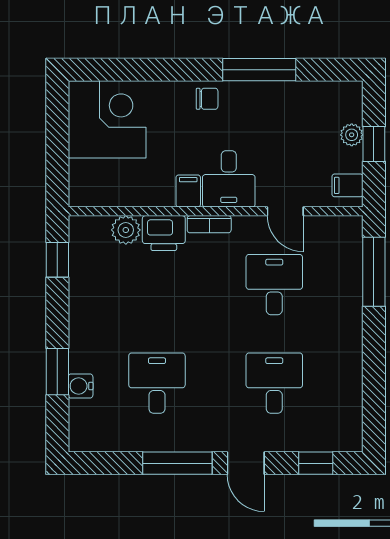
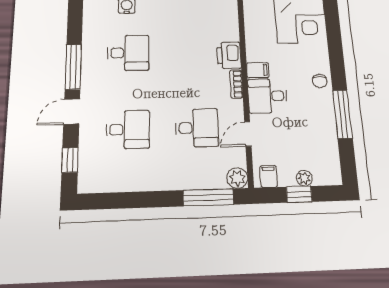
plant: (126, 230) -> (237, 178), moved

